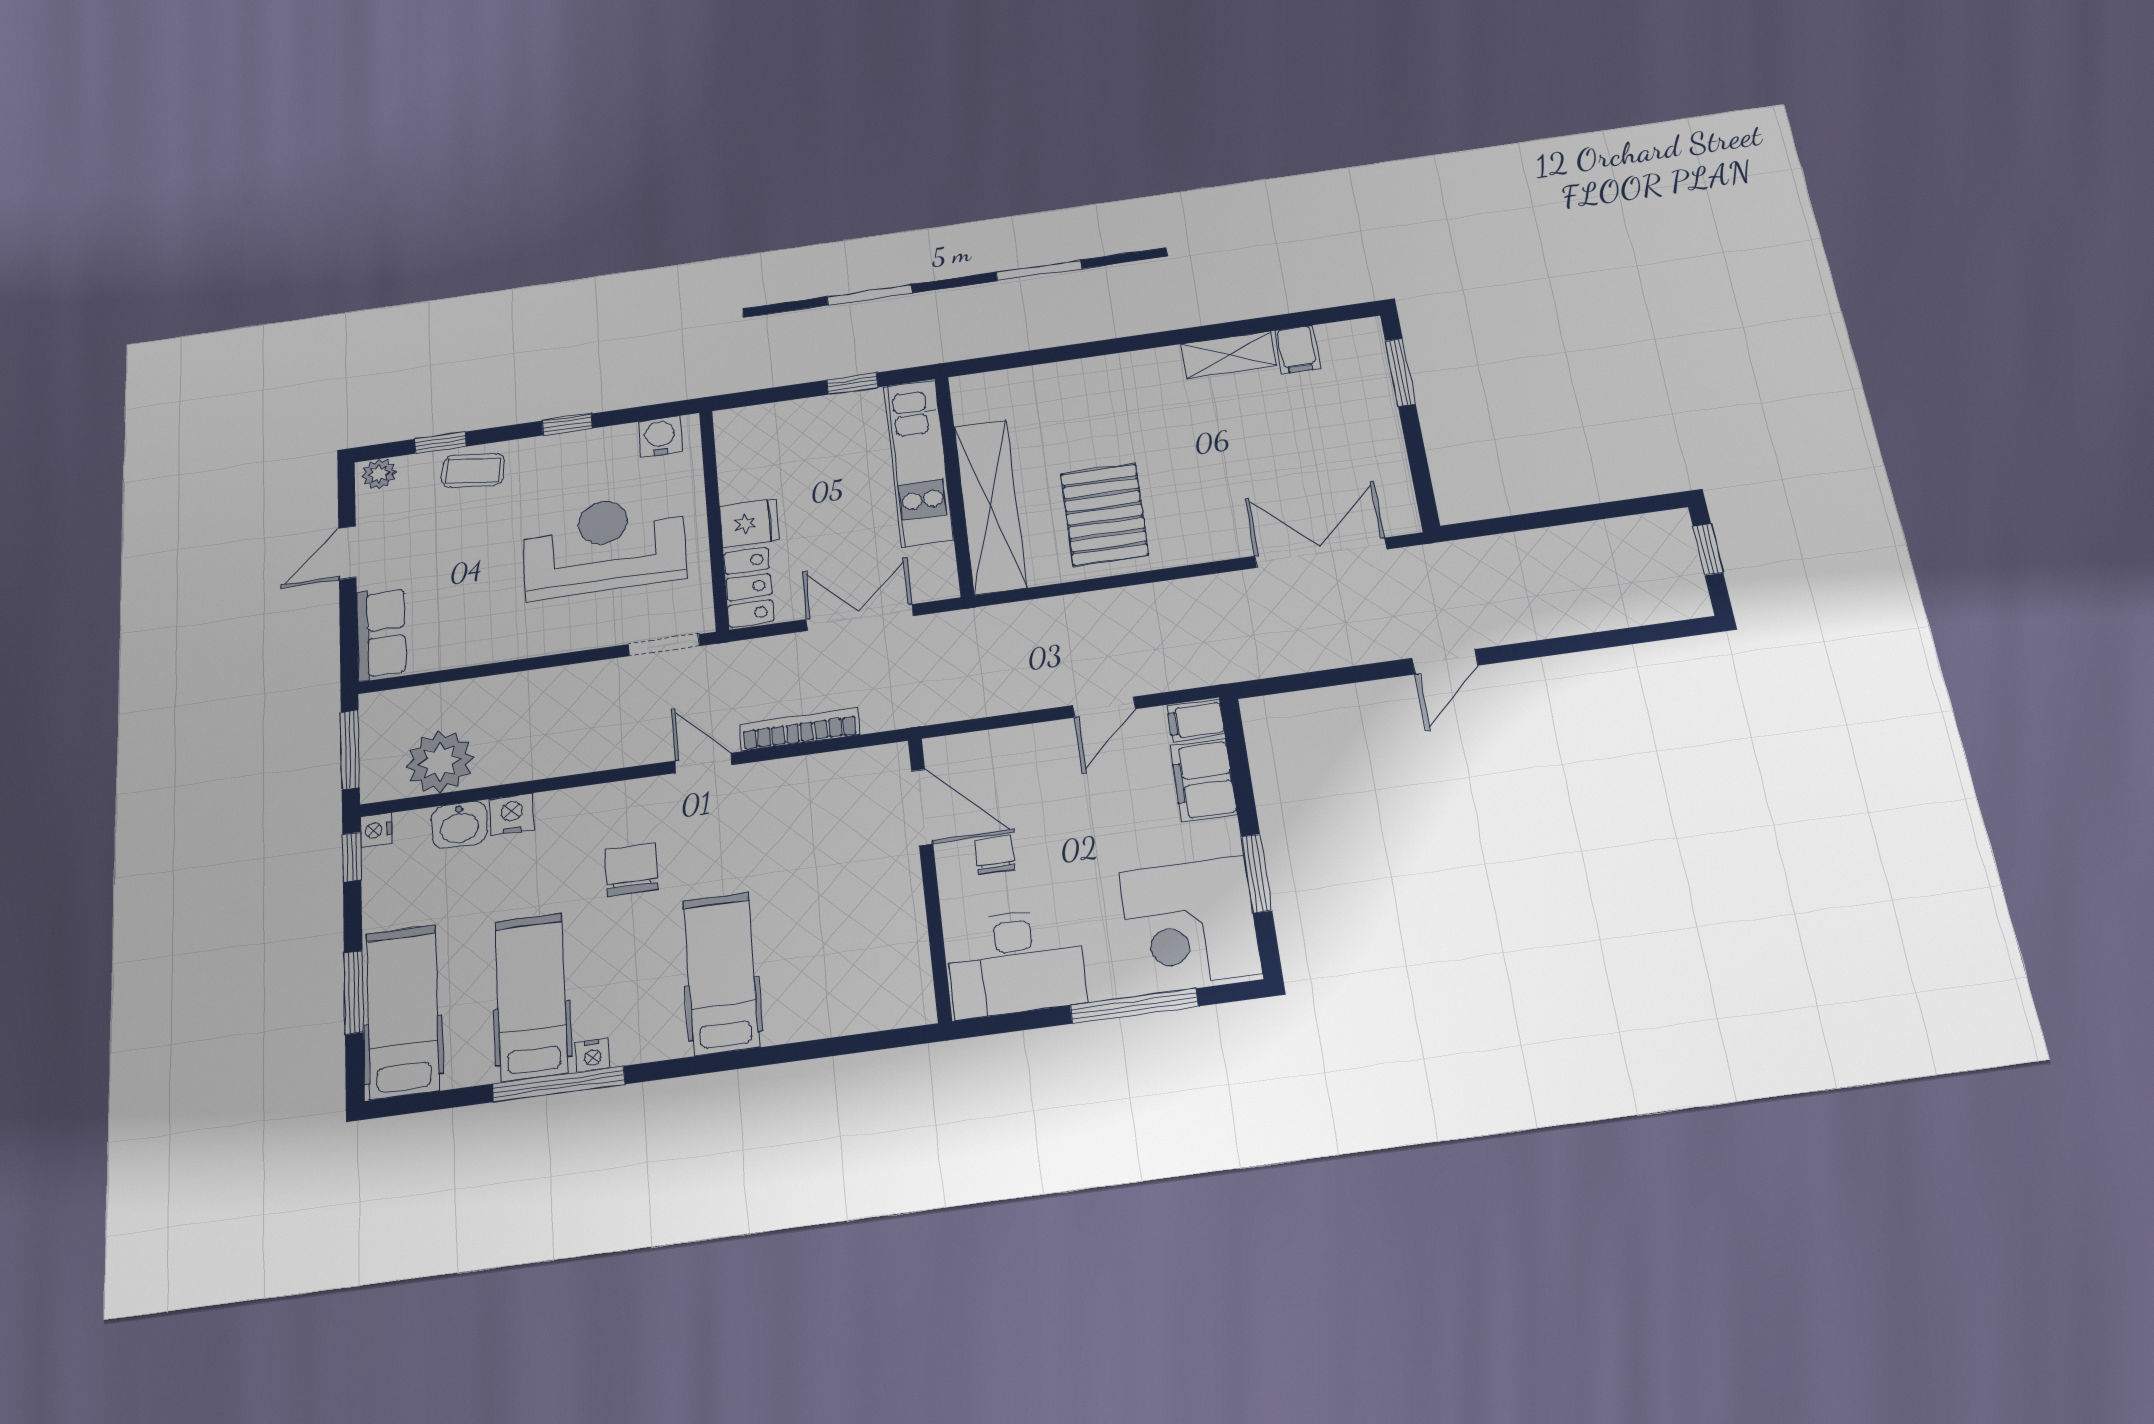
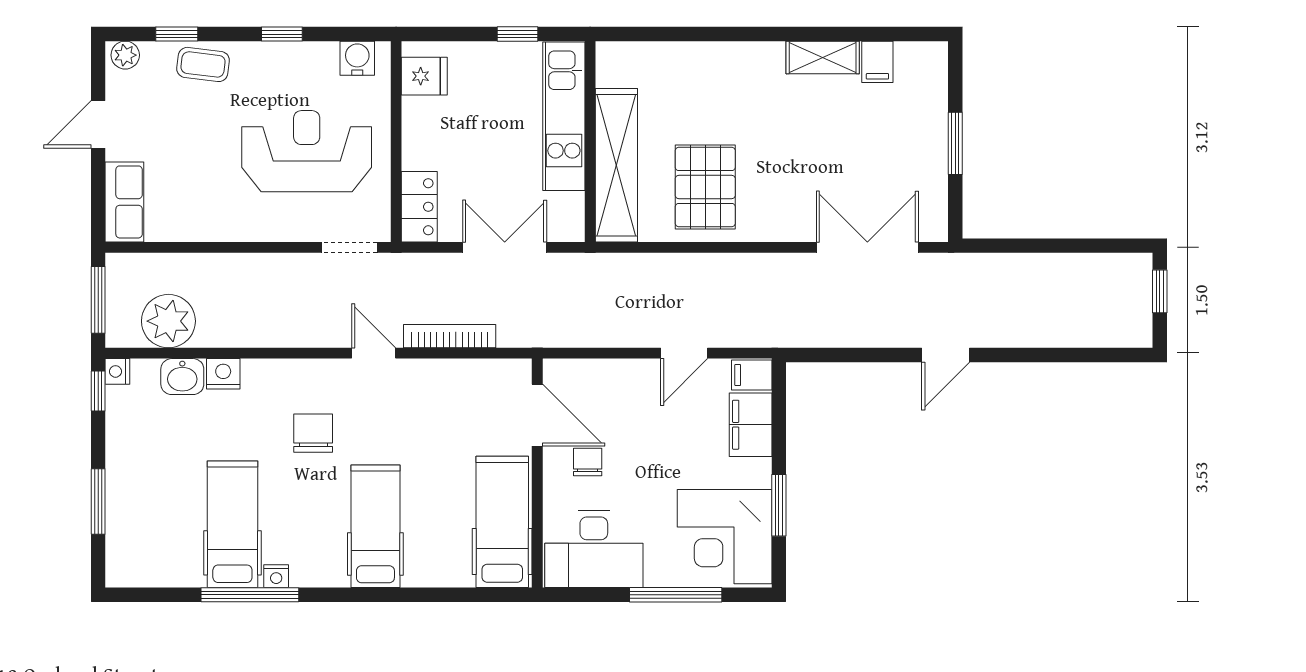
window: (1400, 372) -> (955, 143), moved
fridge: (749, 523) -> (424, 76), moved
hospital bed: (403, 1012) -> (502, 522), moved

